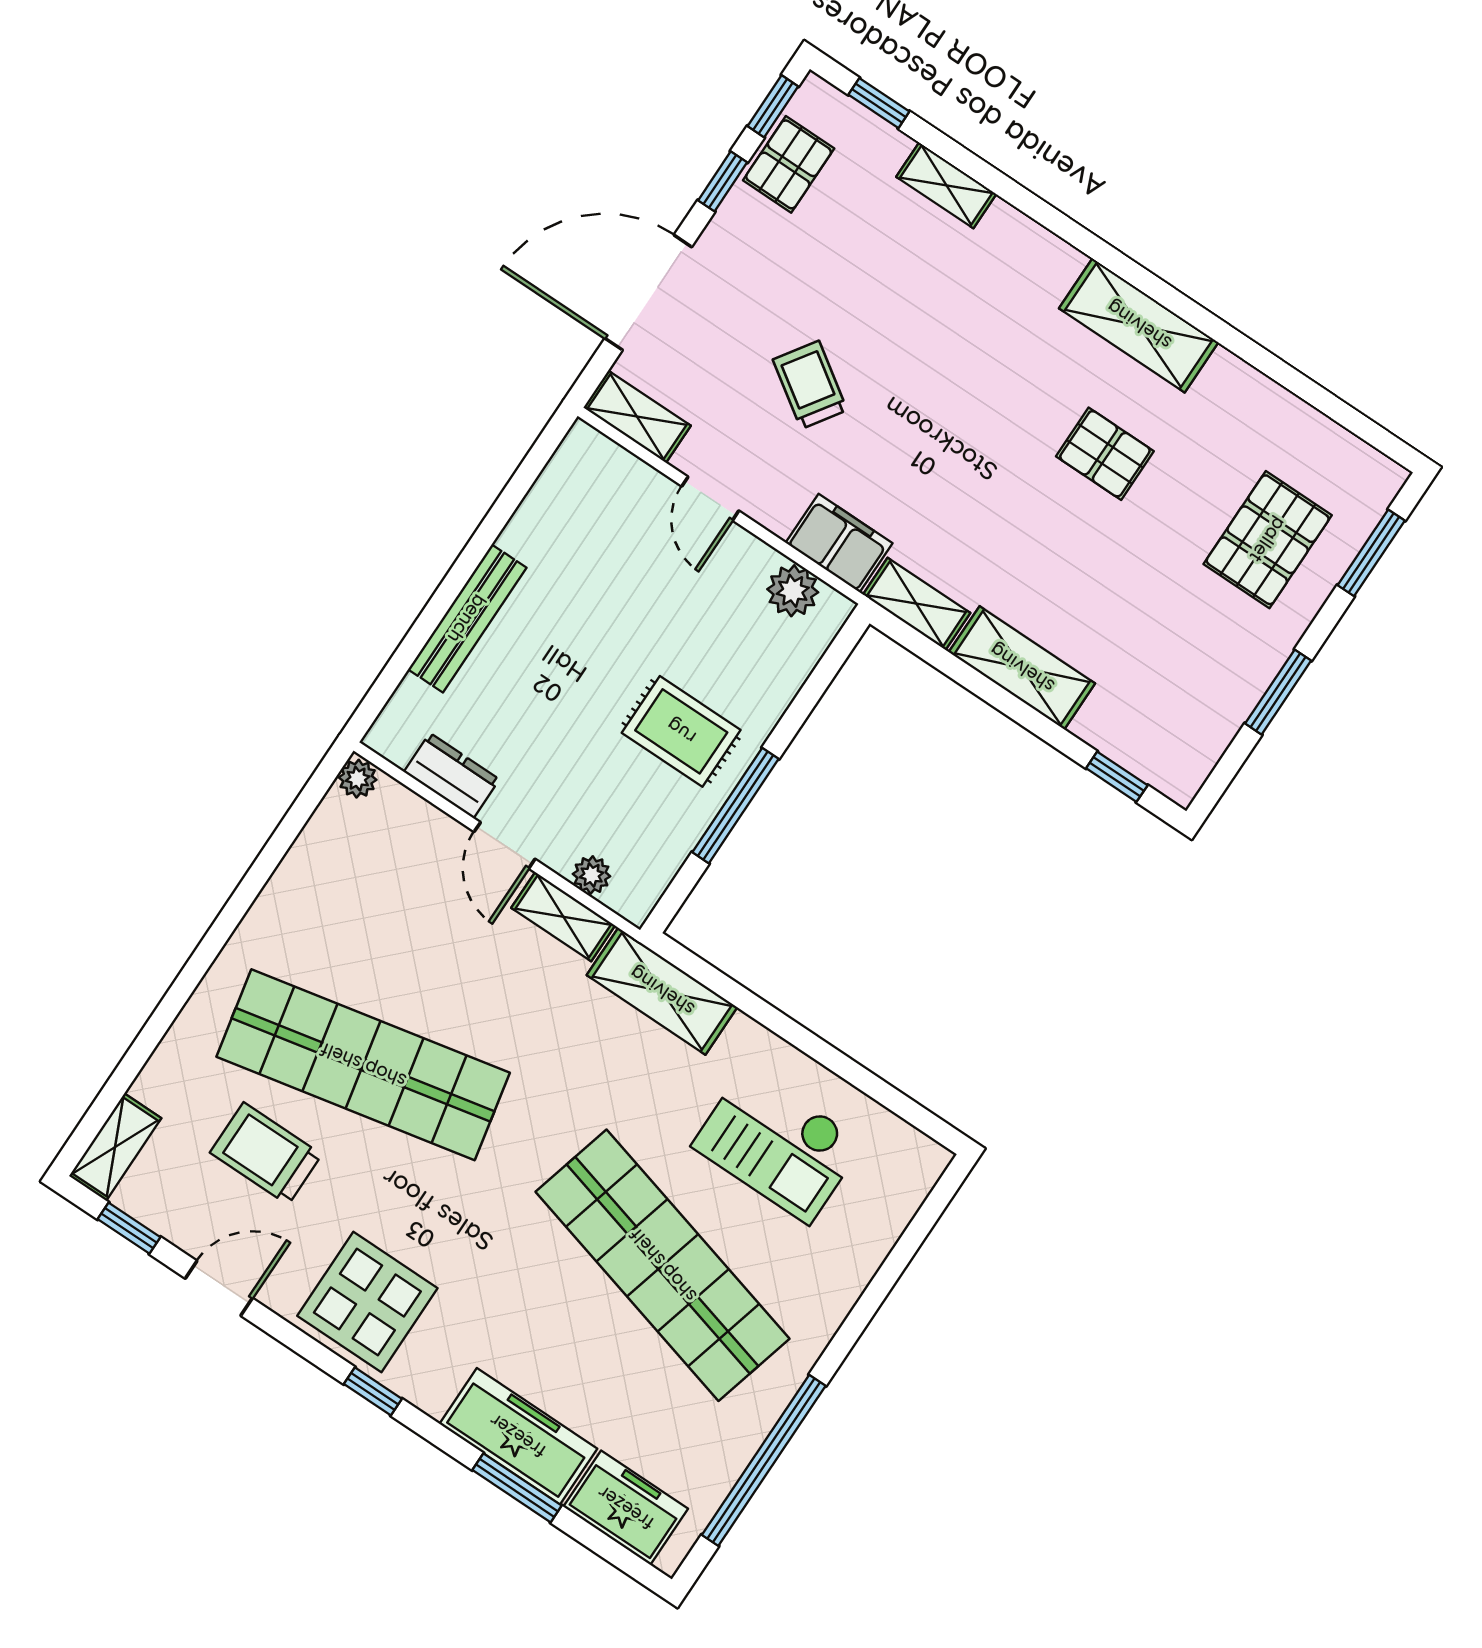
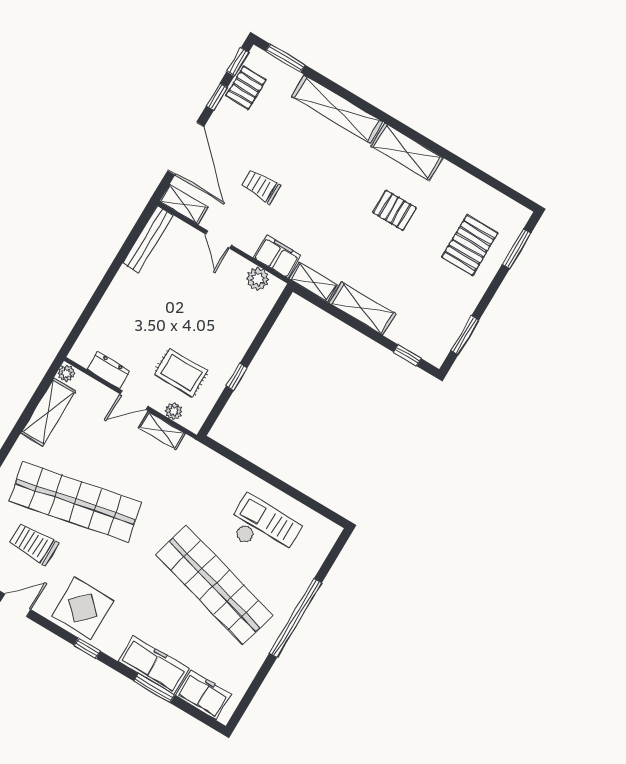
window: (879, 103) -> (285, 58), width x1.50
shelving: (946, 185) -> (337, 109), width x2.20, depth x1.33
door: (648, 293) -> (186, 148), swing flipped
trolley: (810, 385) -> (261, 186), turned -34
bench: (467, 619) -> (148, 239), moved
window: (1278, 692) -> (465, 335), moved
rug: (681, 731) -> (181, 373), moved
window: (735, 806) -> (237, 377), width x0.46
door: (505, 845) -> (134, 400), hinge flipped
shelving: (662, 991) -> (48, 412), moved, turned 90
checkout: (778, 1144) -> (263, 528), turned 180
window: (764, 1460) -> (296, 618), moved

